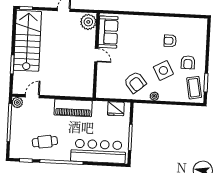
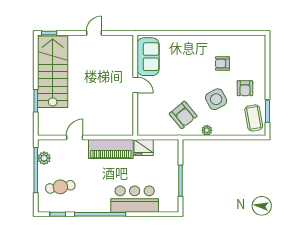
plant: (88, 22) -> (124, 46), removed
door: (32, 96) -> (75, 137), moved
plant: (17, 102) -> (44, 158), moved
fridge: (116, 109) -> (144, 147), moved
cafe table: (45, 142) -> (60, 187), moved
bar counter: (98, 151) -> (135, 199), width x0.73

